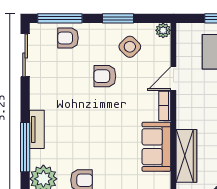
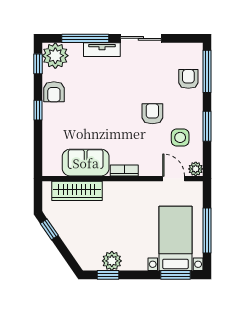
side table: (130, 47) -> (180, 137), turned 45
sliding door: (25, 55) -> (141, 38), moved
door: (173, 79) -> (174, 179), moved

